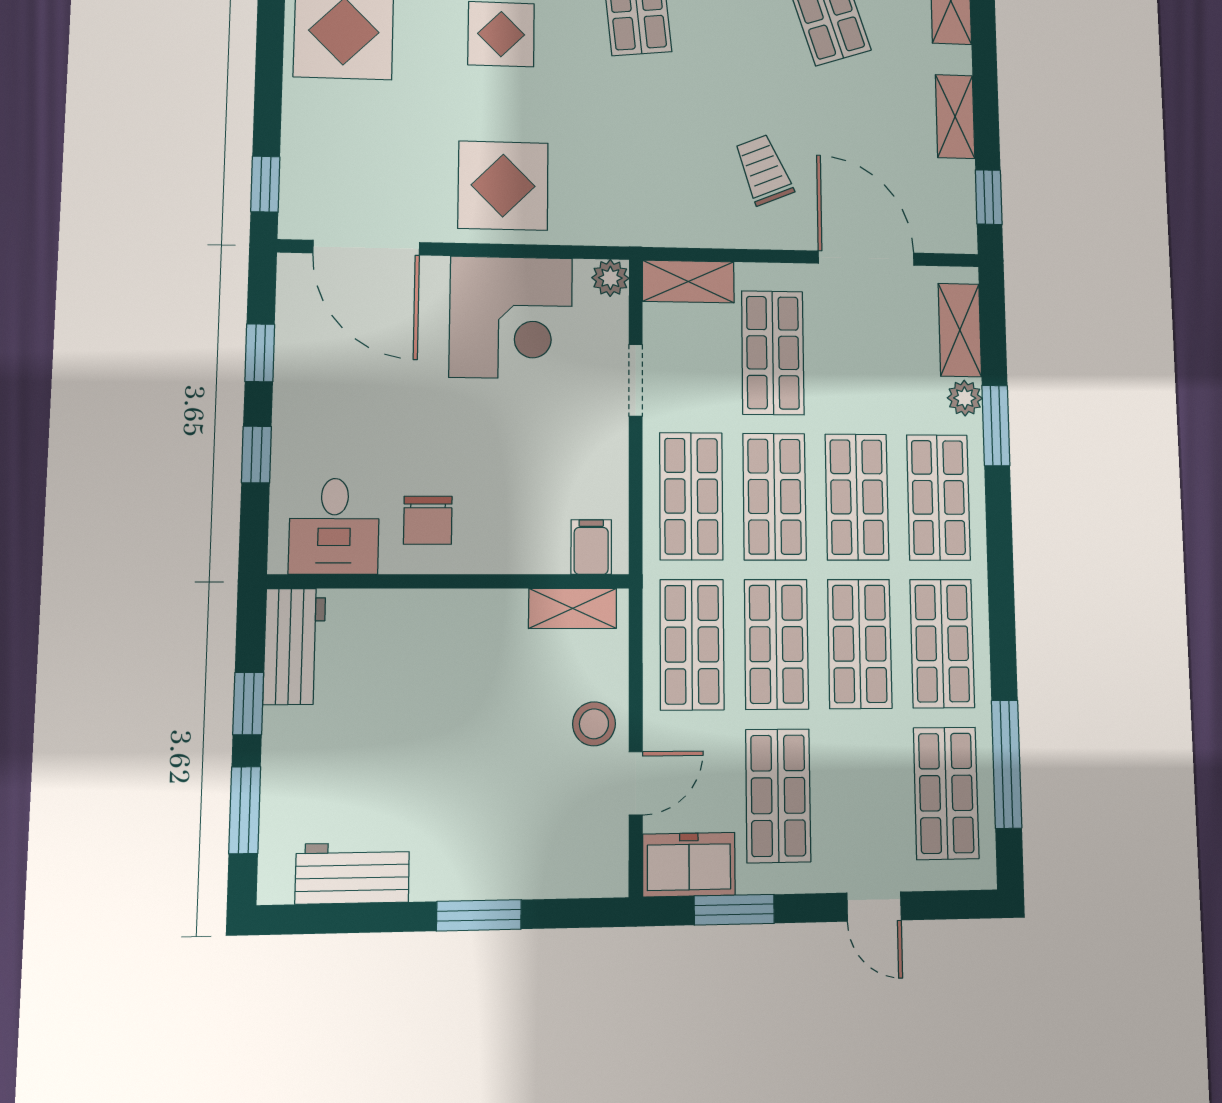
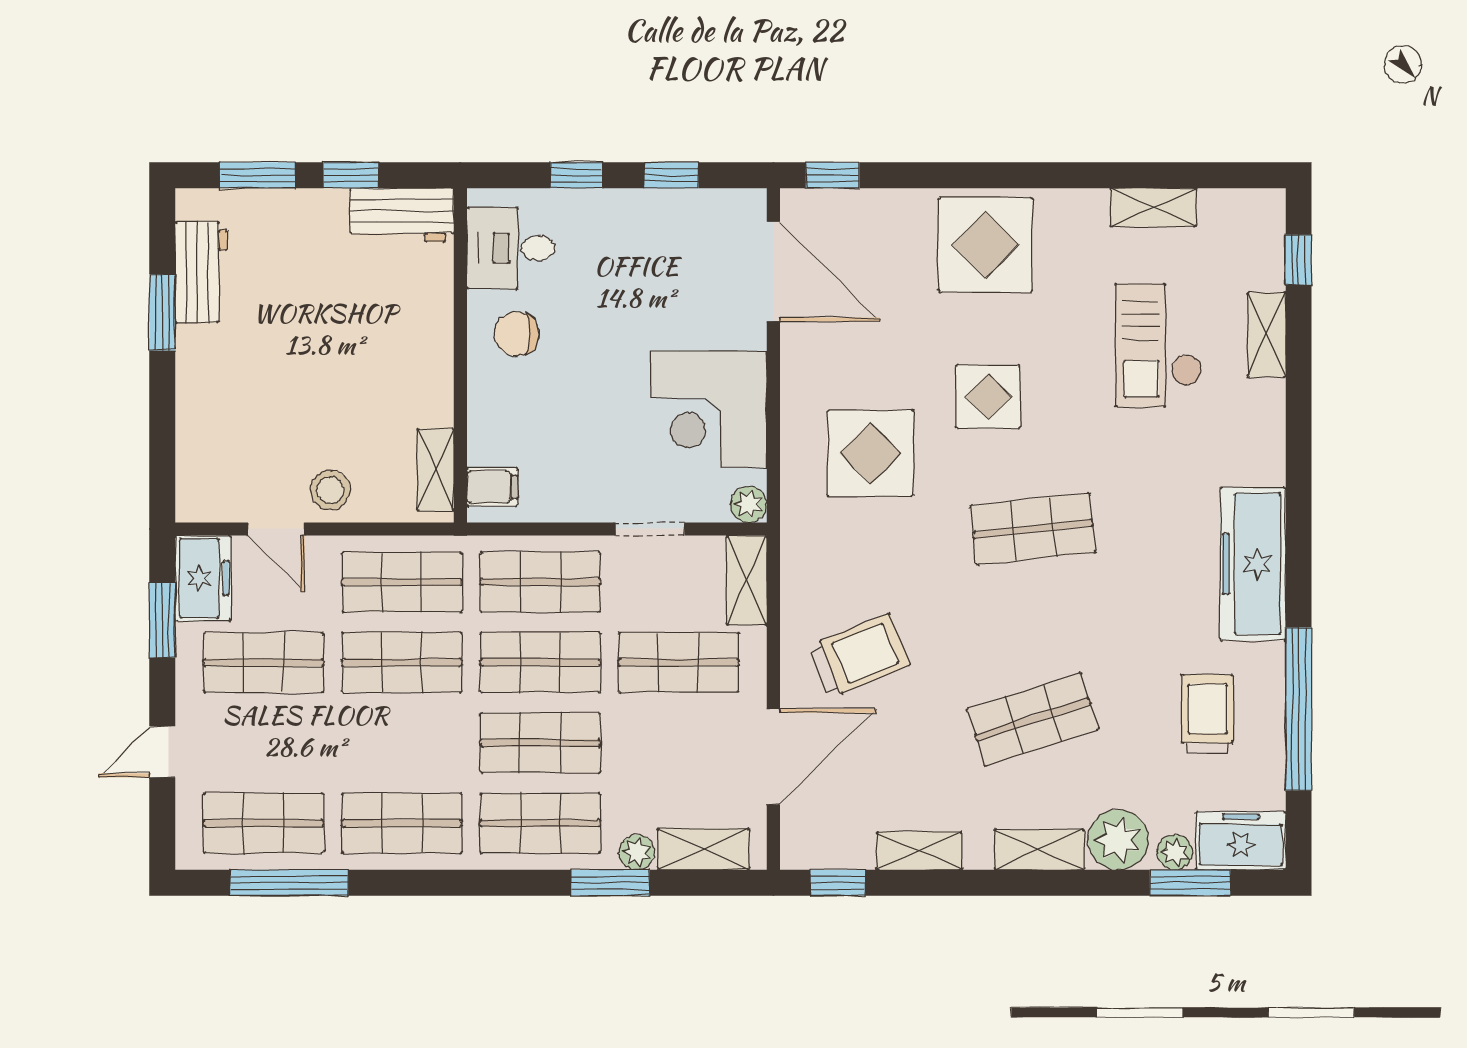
trolley: (764, 170) -> (859, 656), width x1.36, depth x1.39
display table: (503, 186) -> (870, 453), moved
door: (366, 248) -> (773, 271), swing flipped
shop shelf: (860, 644) -> (402, 743), removed
window: (479, 915) -> (162, 312), moved

